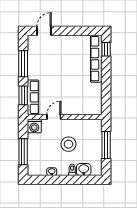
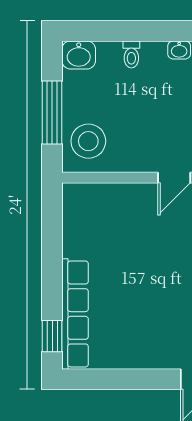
stool: (68, 144) -> (88, 141), moved
washbasin: (84, 169) -> (79, 55), moved

